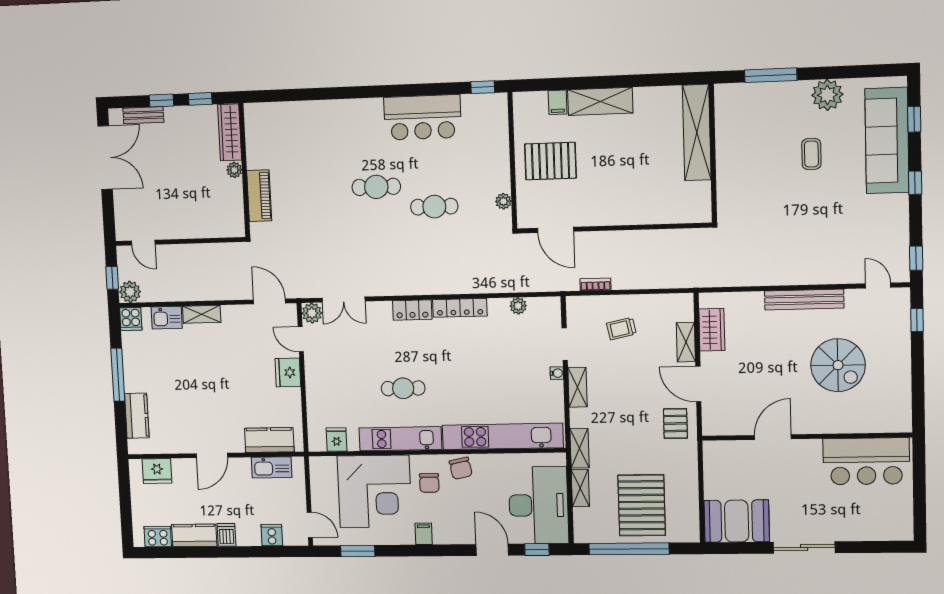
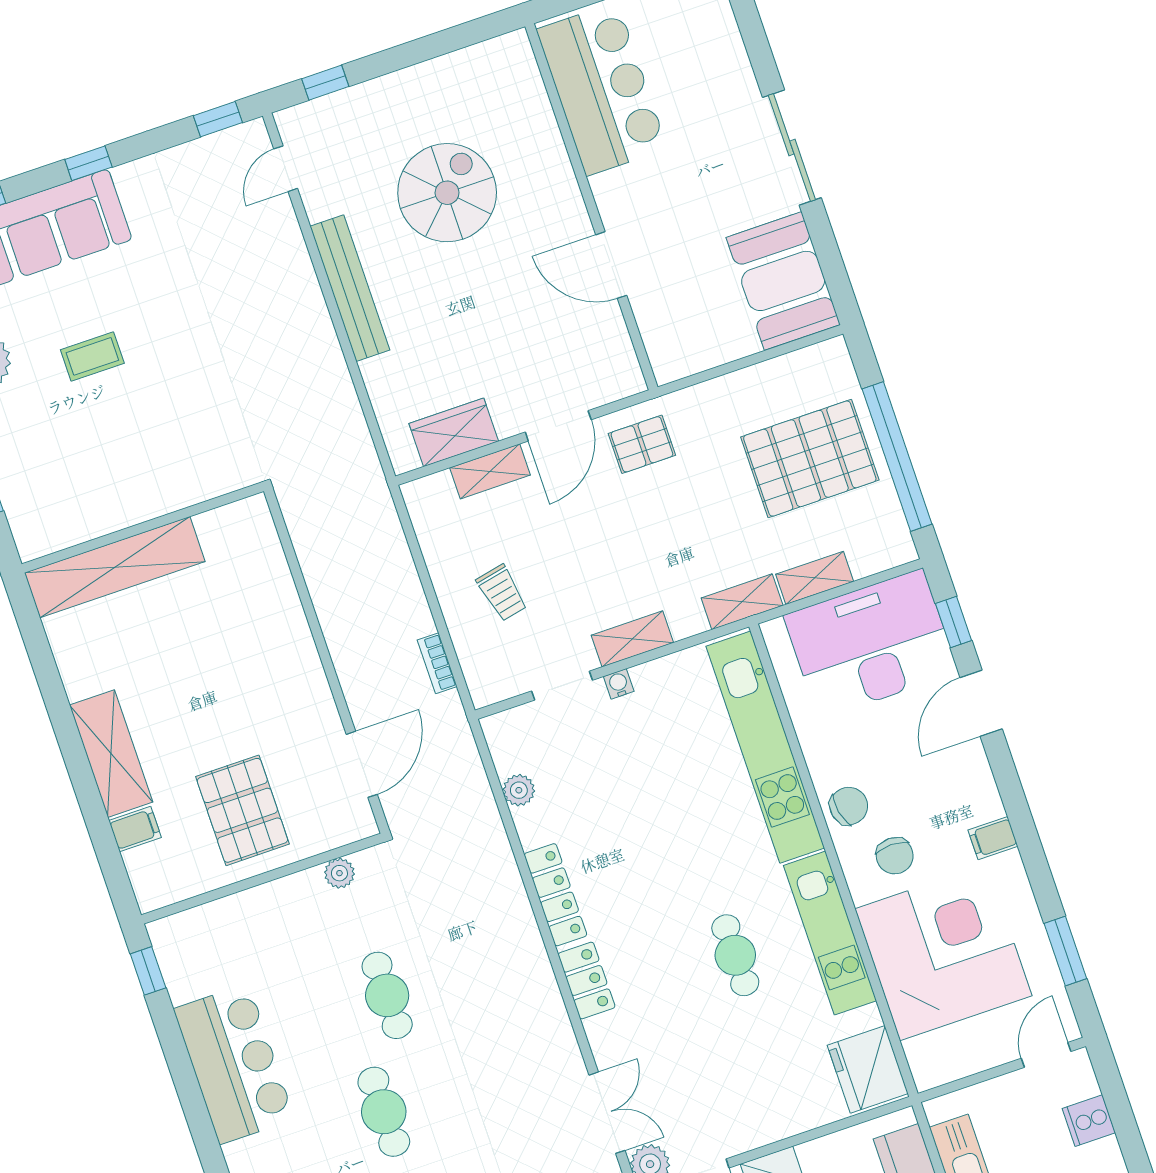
fridge: (337, 440) -> (868, 1069), width x1.88, depth x1.34
chair: (429, 483) -> (895, 856), turned 90

